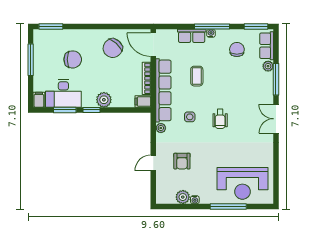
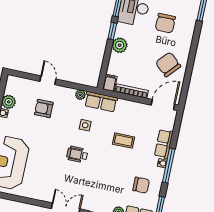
row of seats: (163, 90) -> (101, 102), width x0.50

